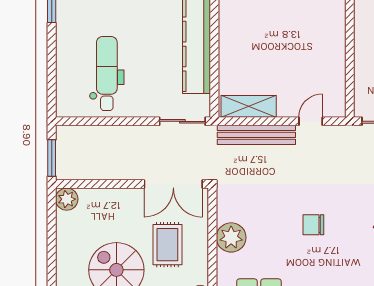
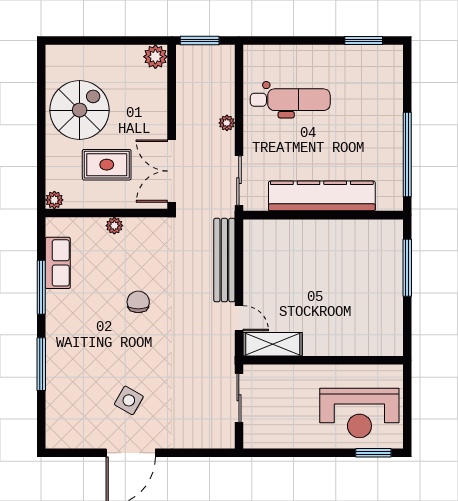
shelving: (249, 106) -> (273, 344), moved, turned 90
plant: (128, 133) -> (227, 123), added
chair: (313, 225) -> (138, 302), moved
plant: (231, 237) -> (114, 226), width x0.53, depth x0.53

